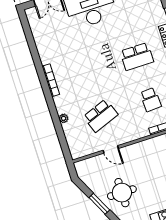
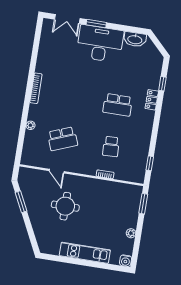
round table: (122, 193) -> (65, 206), moved
window: (99, 204) -> (21, 202), moved

